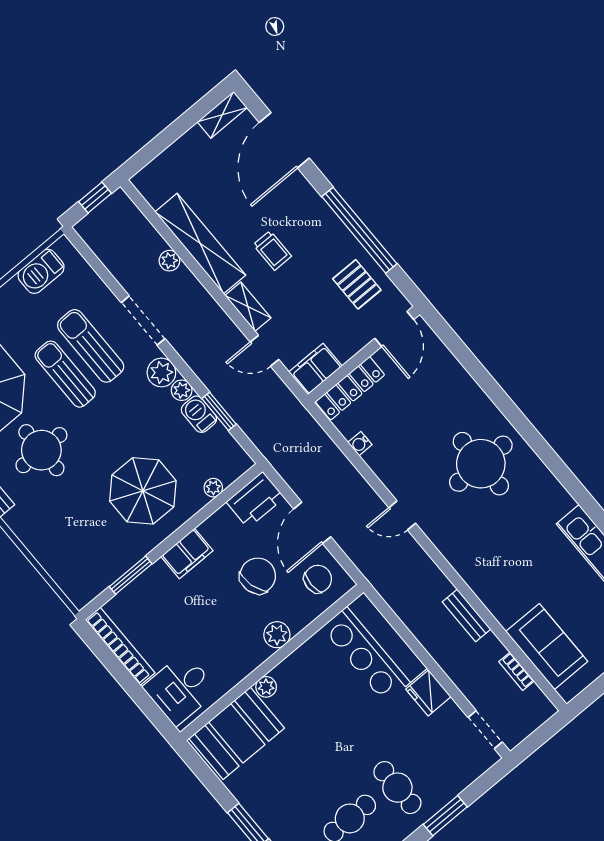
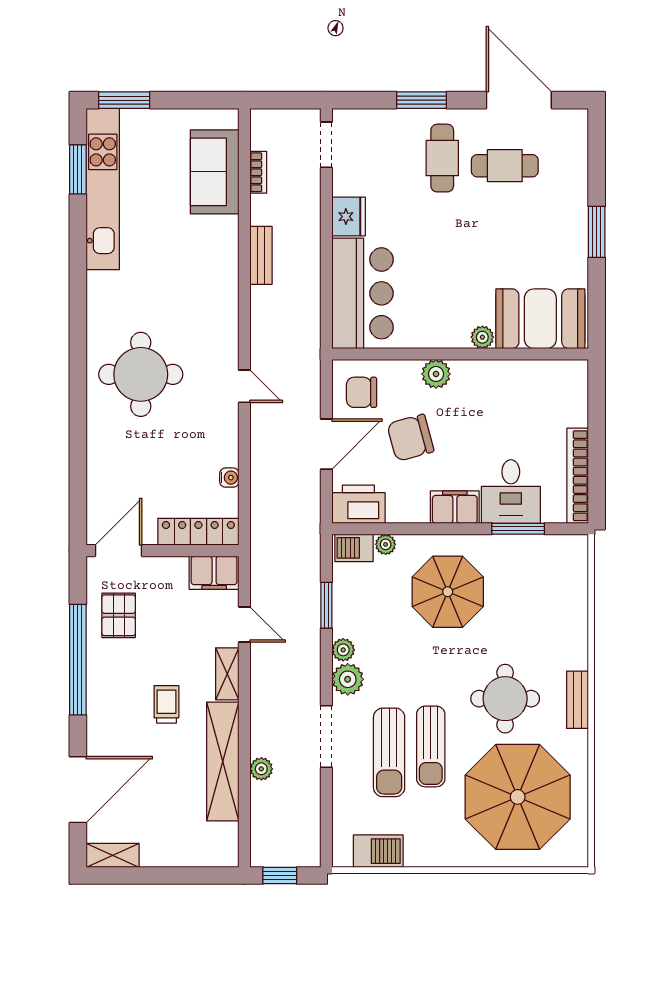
barbecue: (199, 414) -> (354, 548), moved, turned 90
desk: (180, 689) -> (511, 492), moved, turned 90

